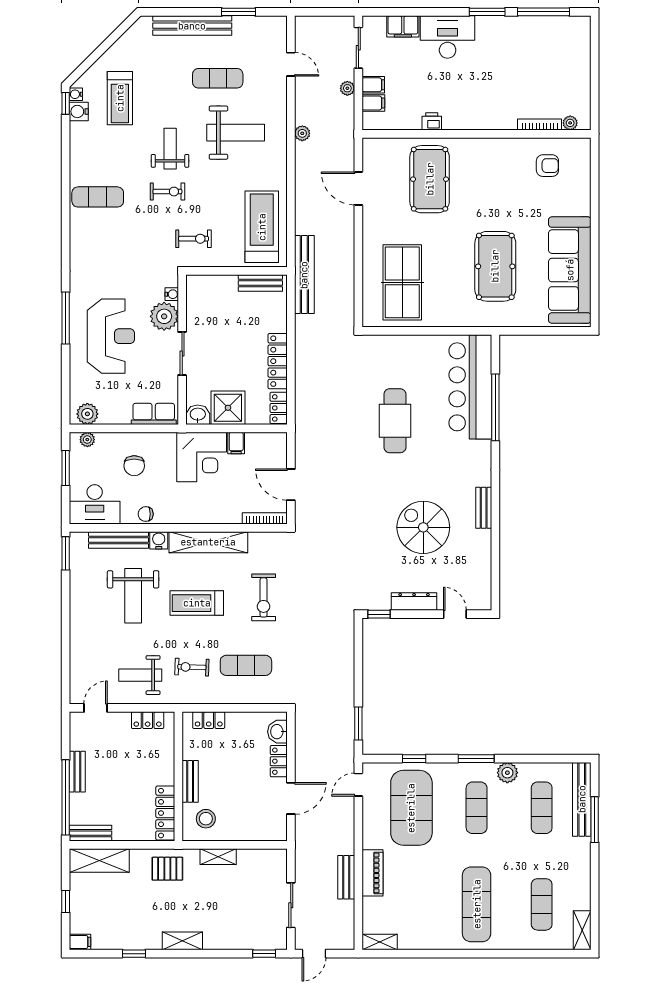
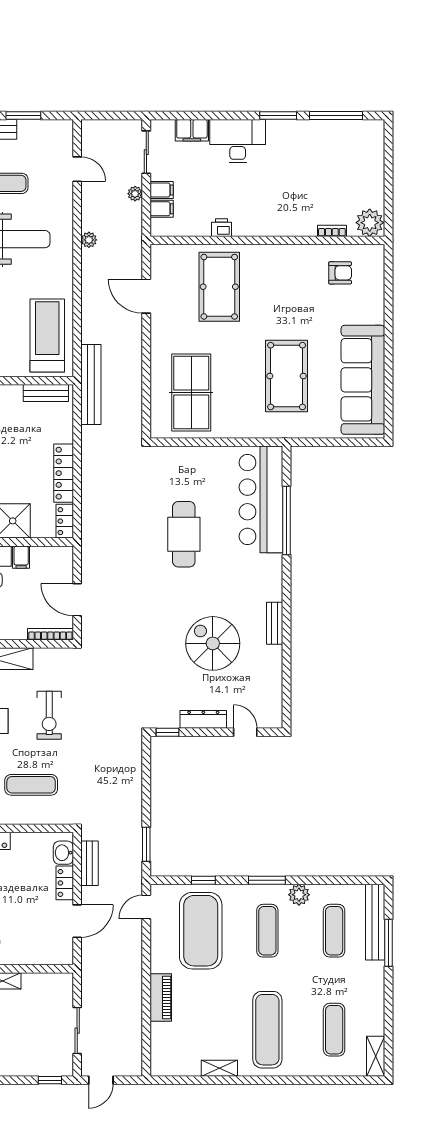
plant: (570, 123) -> (370, 223), width x1.88, depth x1.88
bookcase: (540, 125) -> (332, 231), width x0.64
bench: (346, 877) -> (90, 863), moved
shelving: (380, 942) -> (219, 1068), moved

